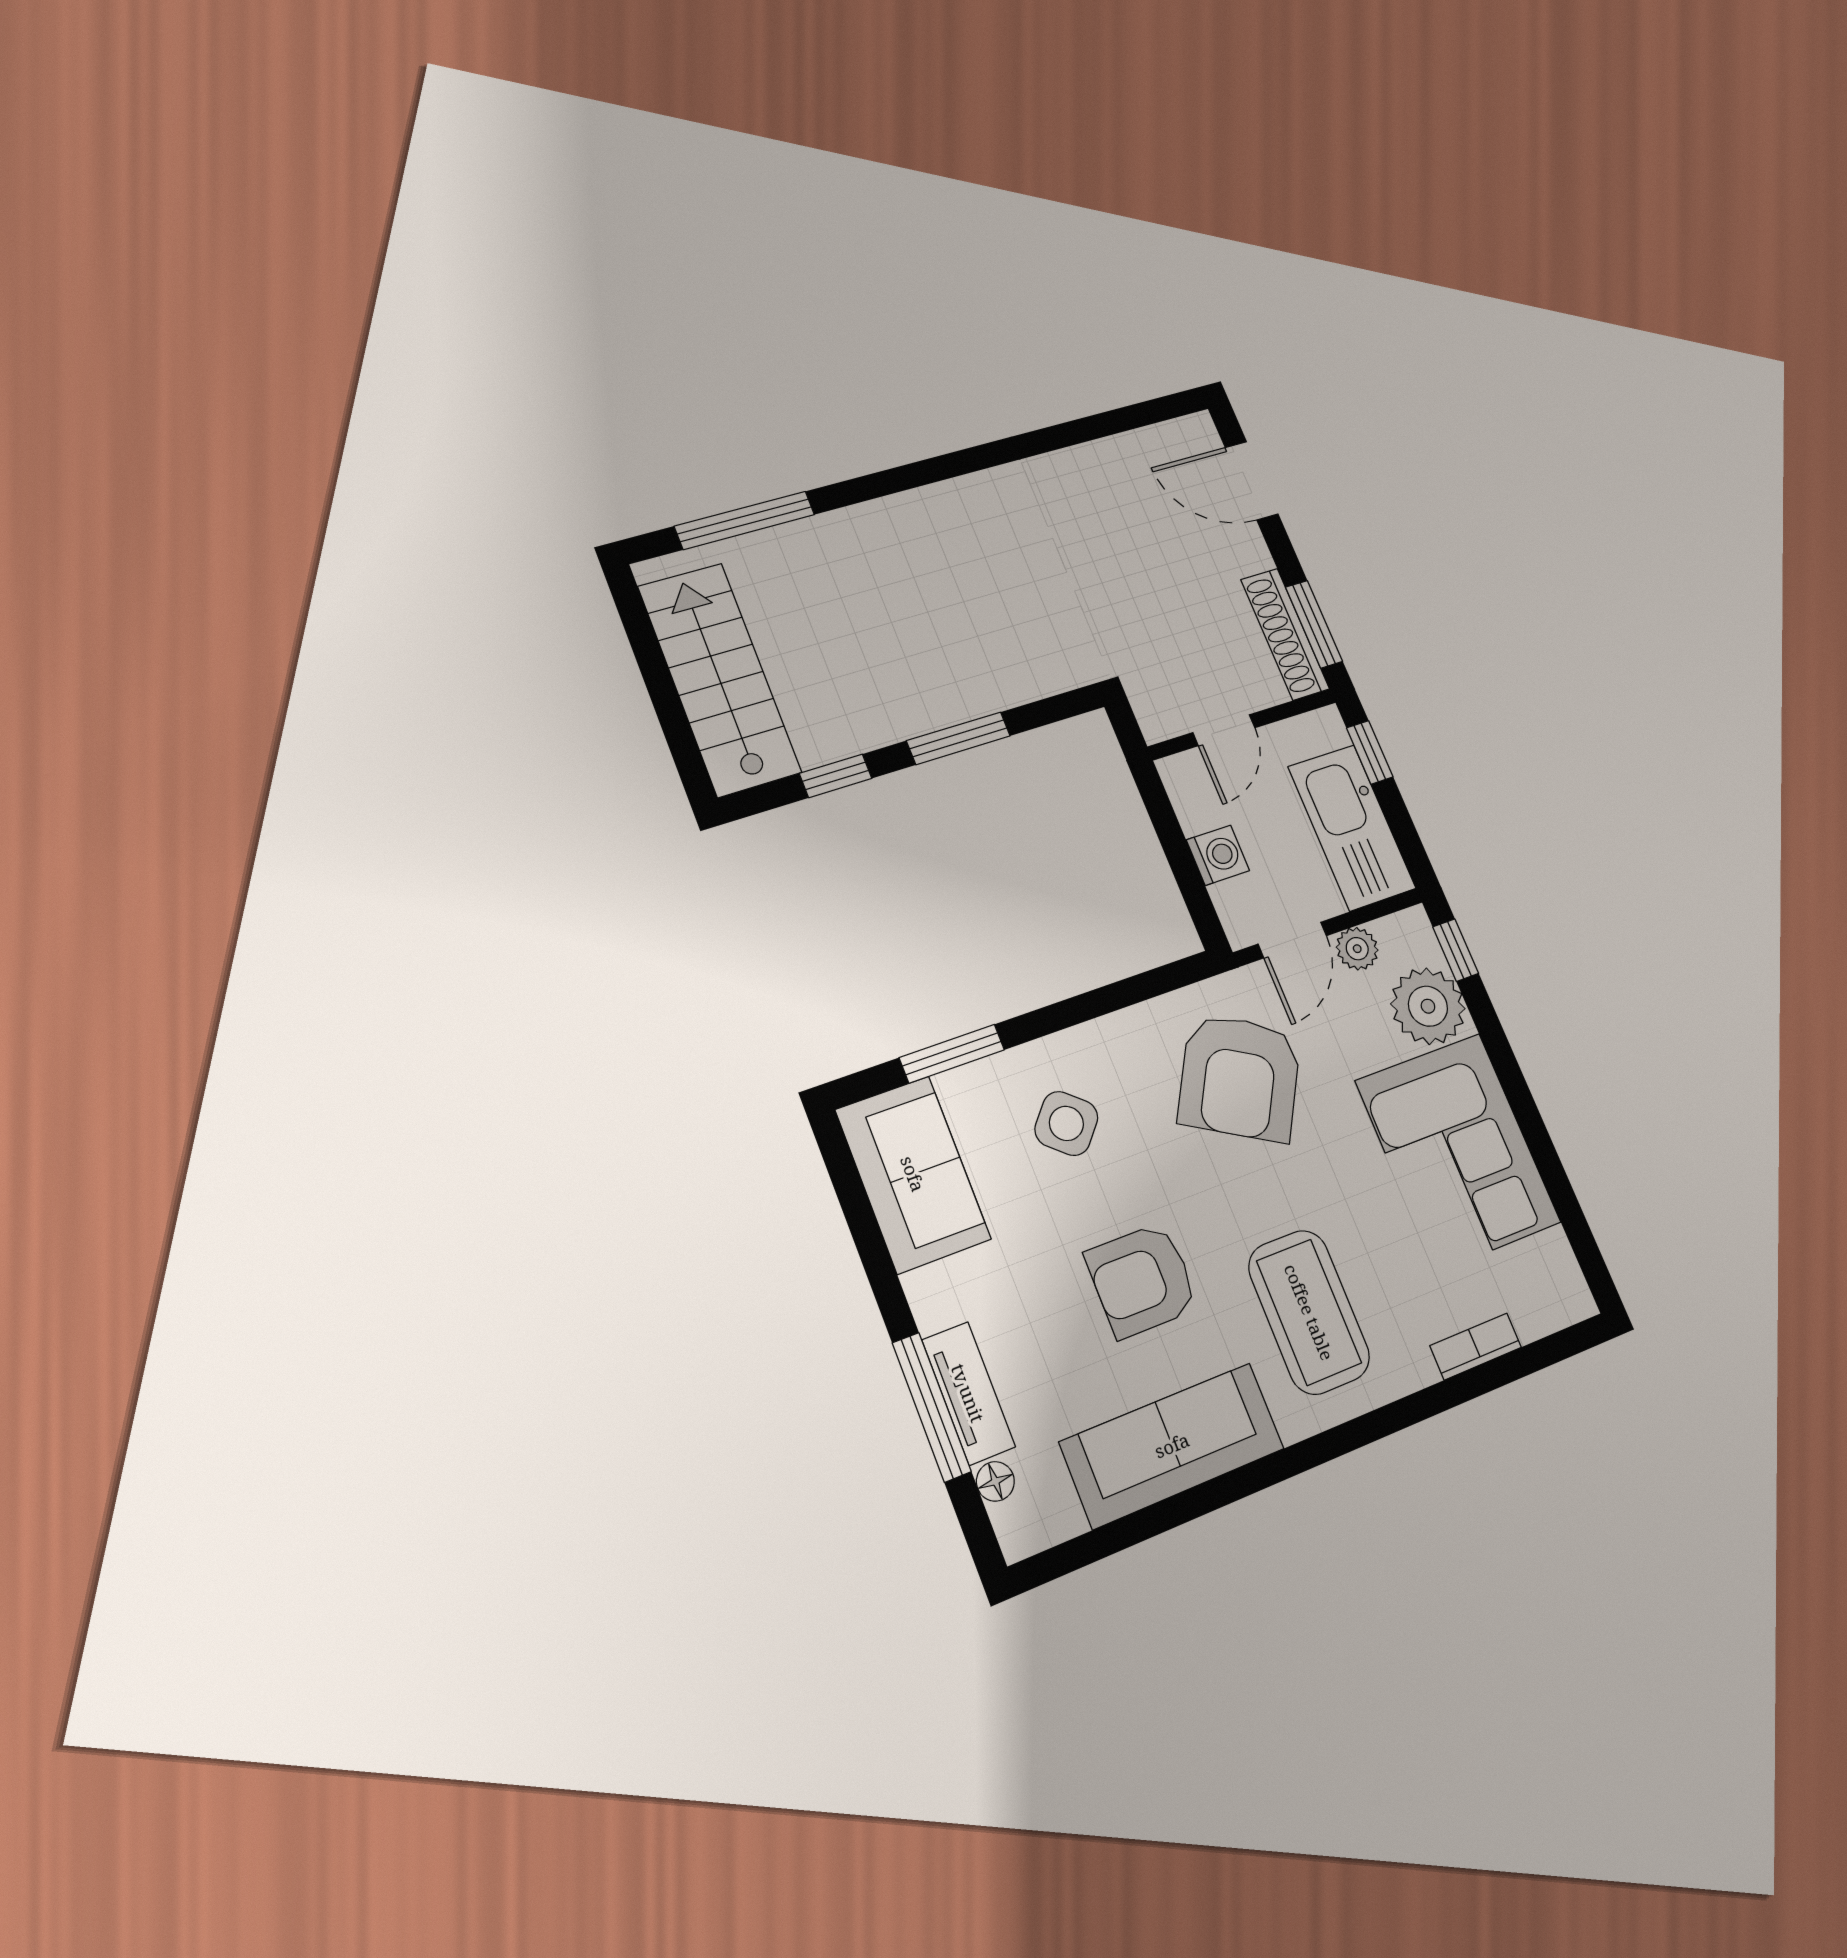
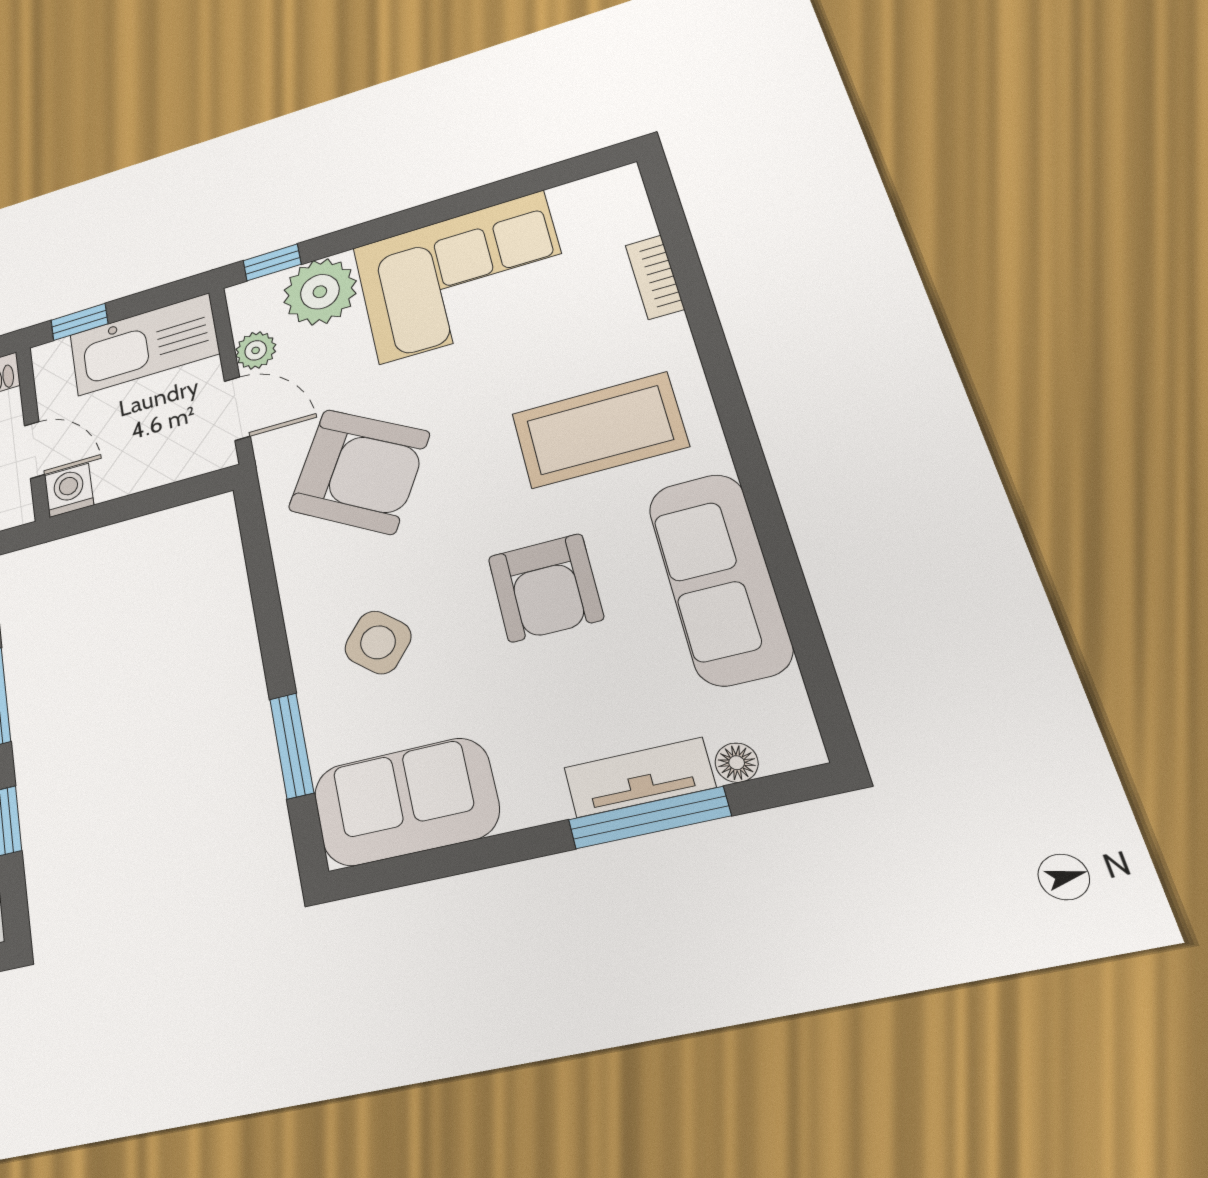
washing machine: (1218, 855) -> (69, 490), moved

